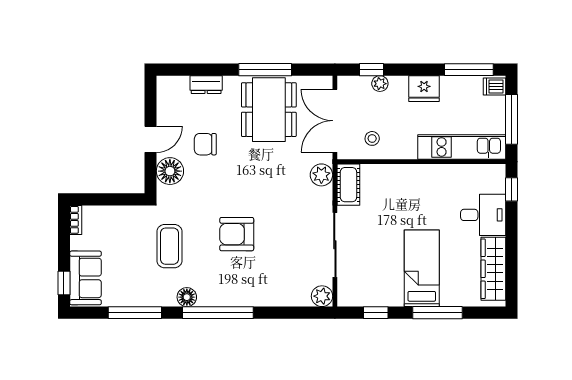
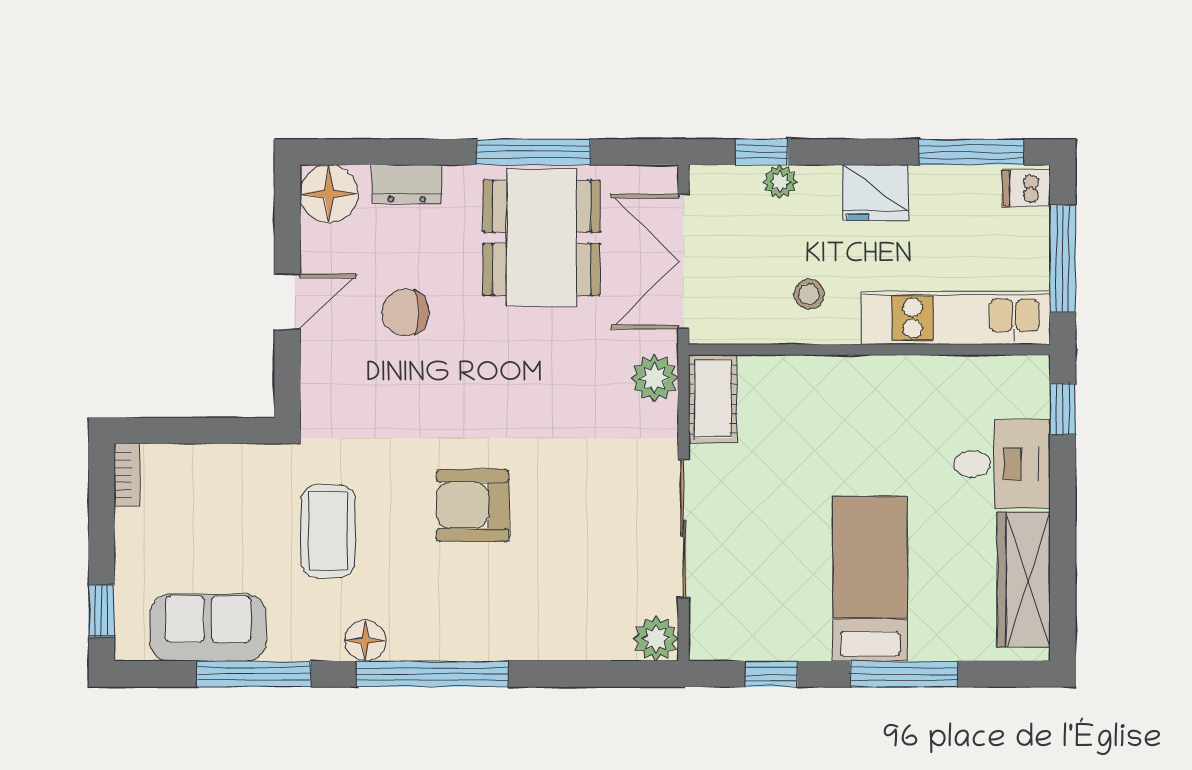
stool: (372, 138) -> (809, 294), moved
floor lamp: (170, 171) -> (329, 194), moved
sofa: (85, 278) -> (208, 628), moved, turned -90

